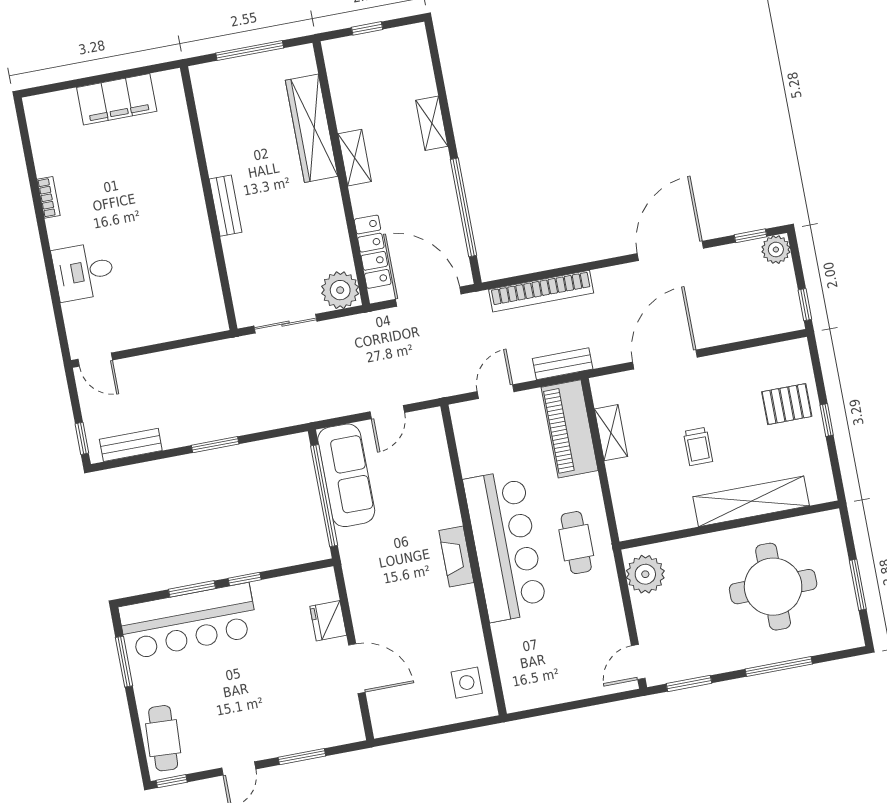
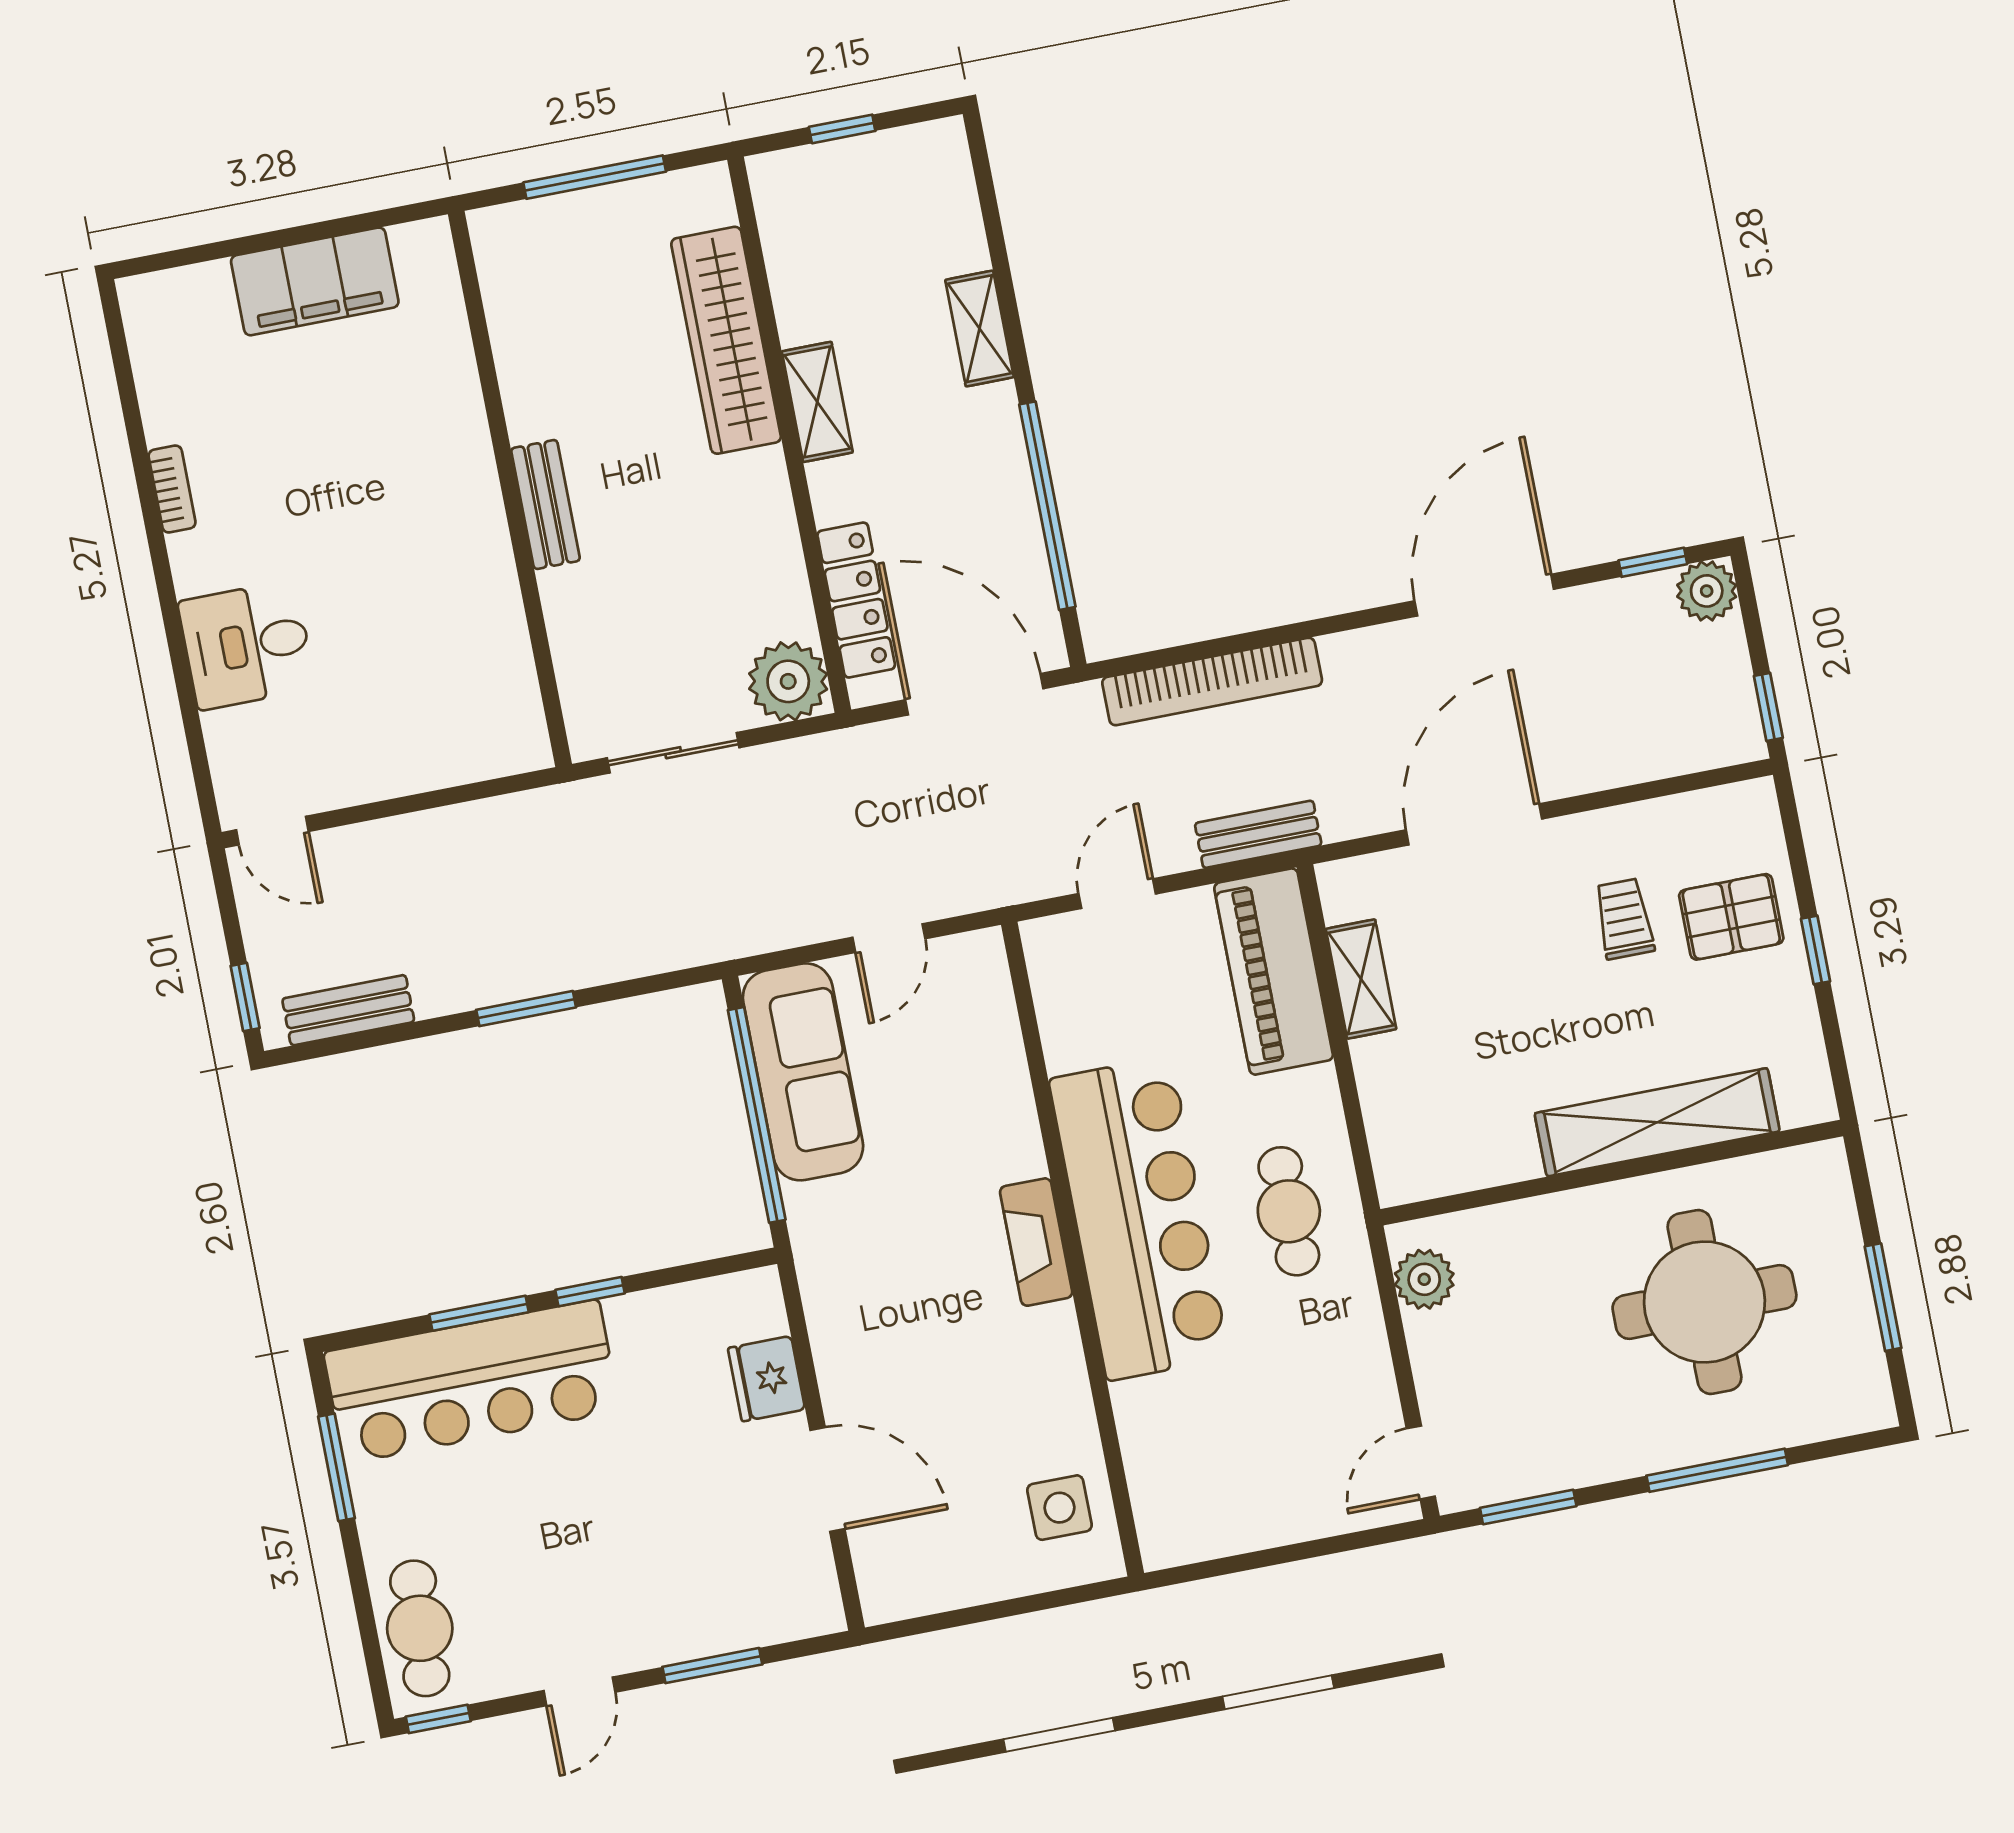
trolley: (698, 446) -> (1624, 919), moved, turned 180
plant: (645, 574) -> (1424, 1279), width x0.73, depth x0.73

